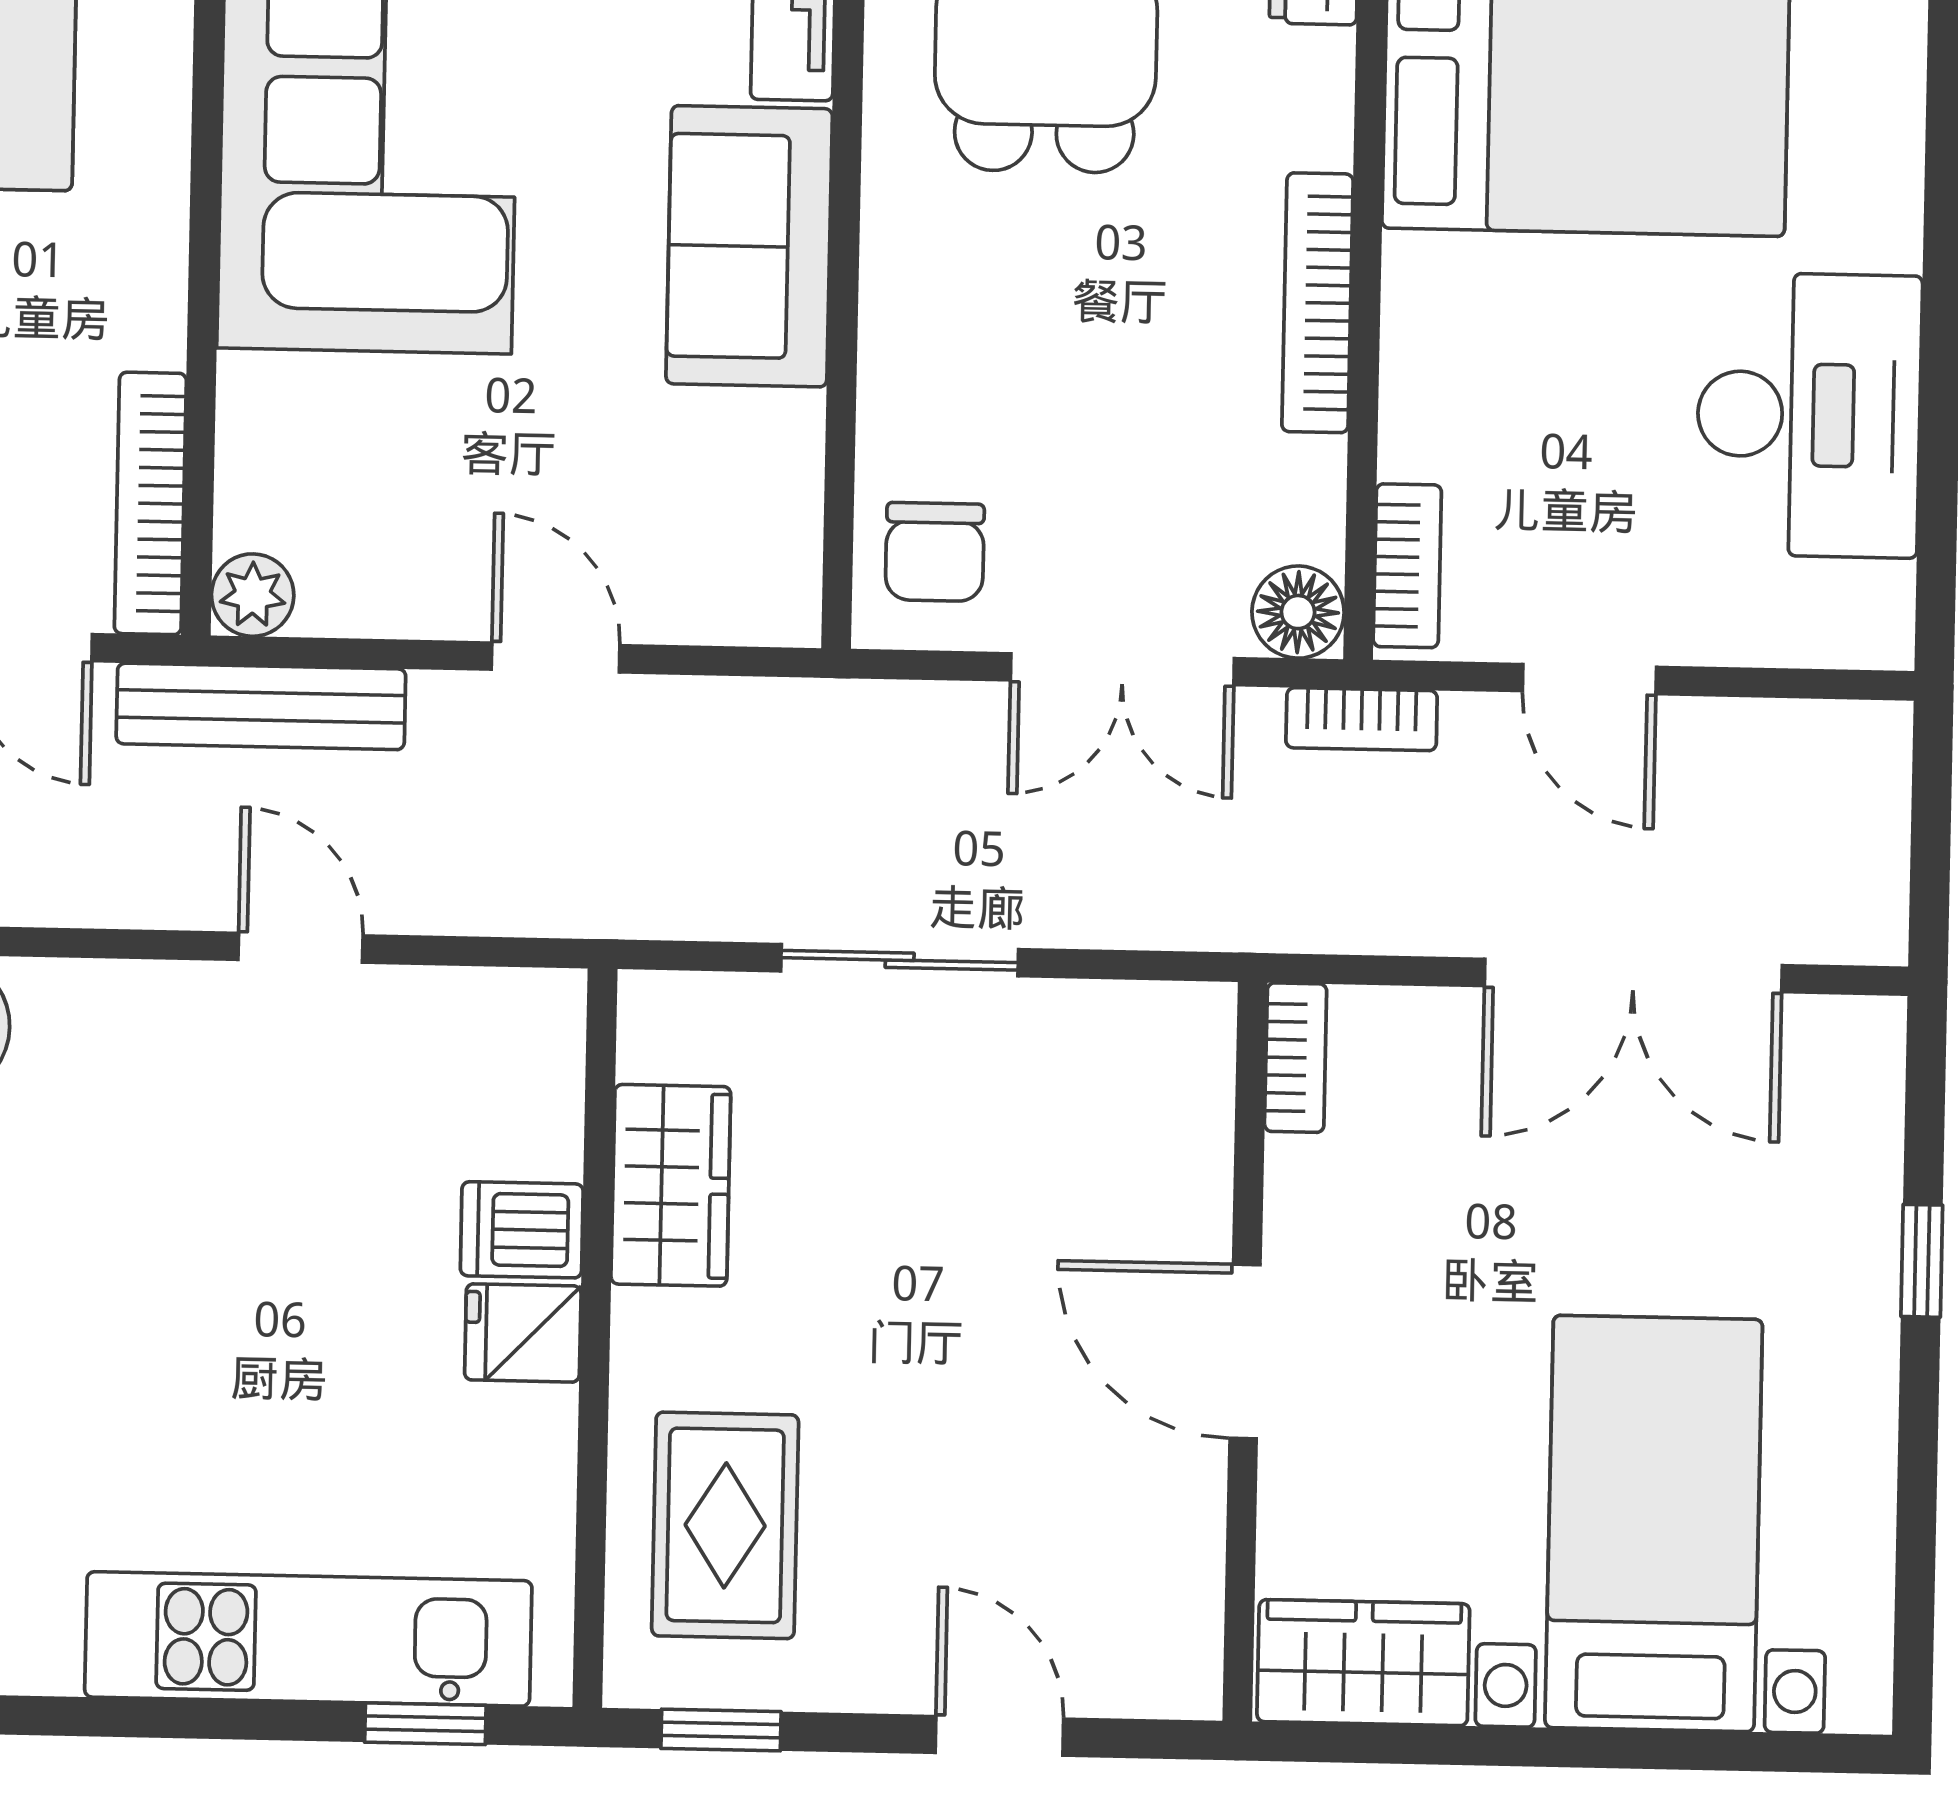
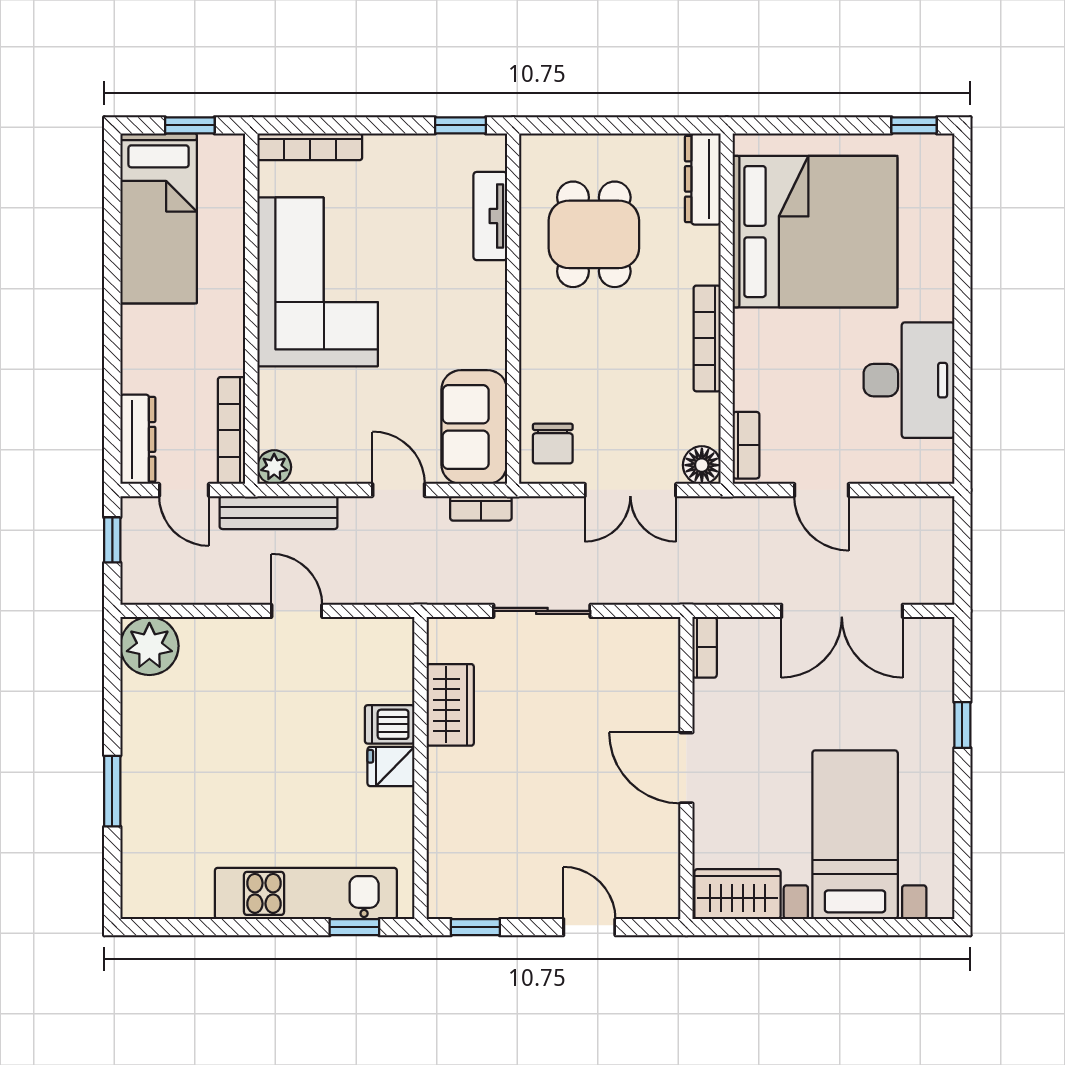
sofa: (749, 246) -> (474, 427), moved
bookcase: (1362, 719) -> (481, 508), moved
rug: (725, 1525) -> (475, 843), removed

